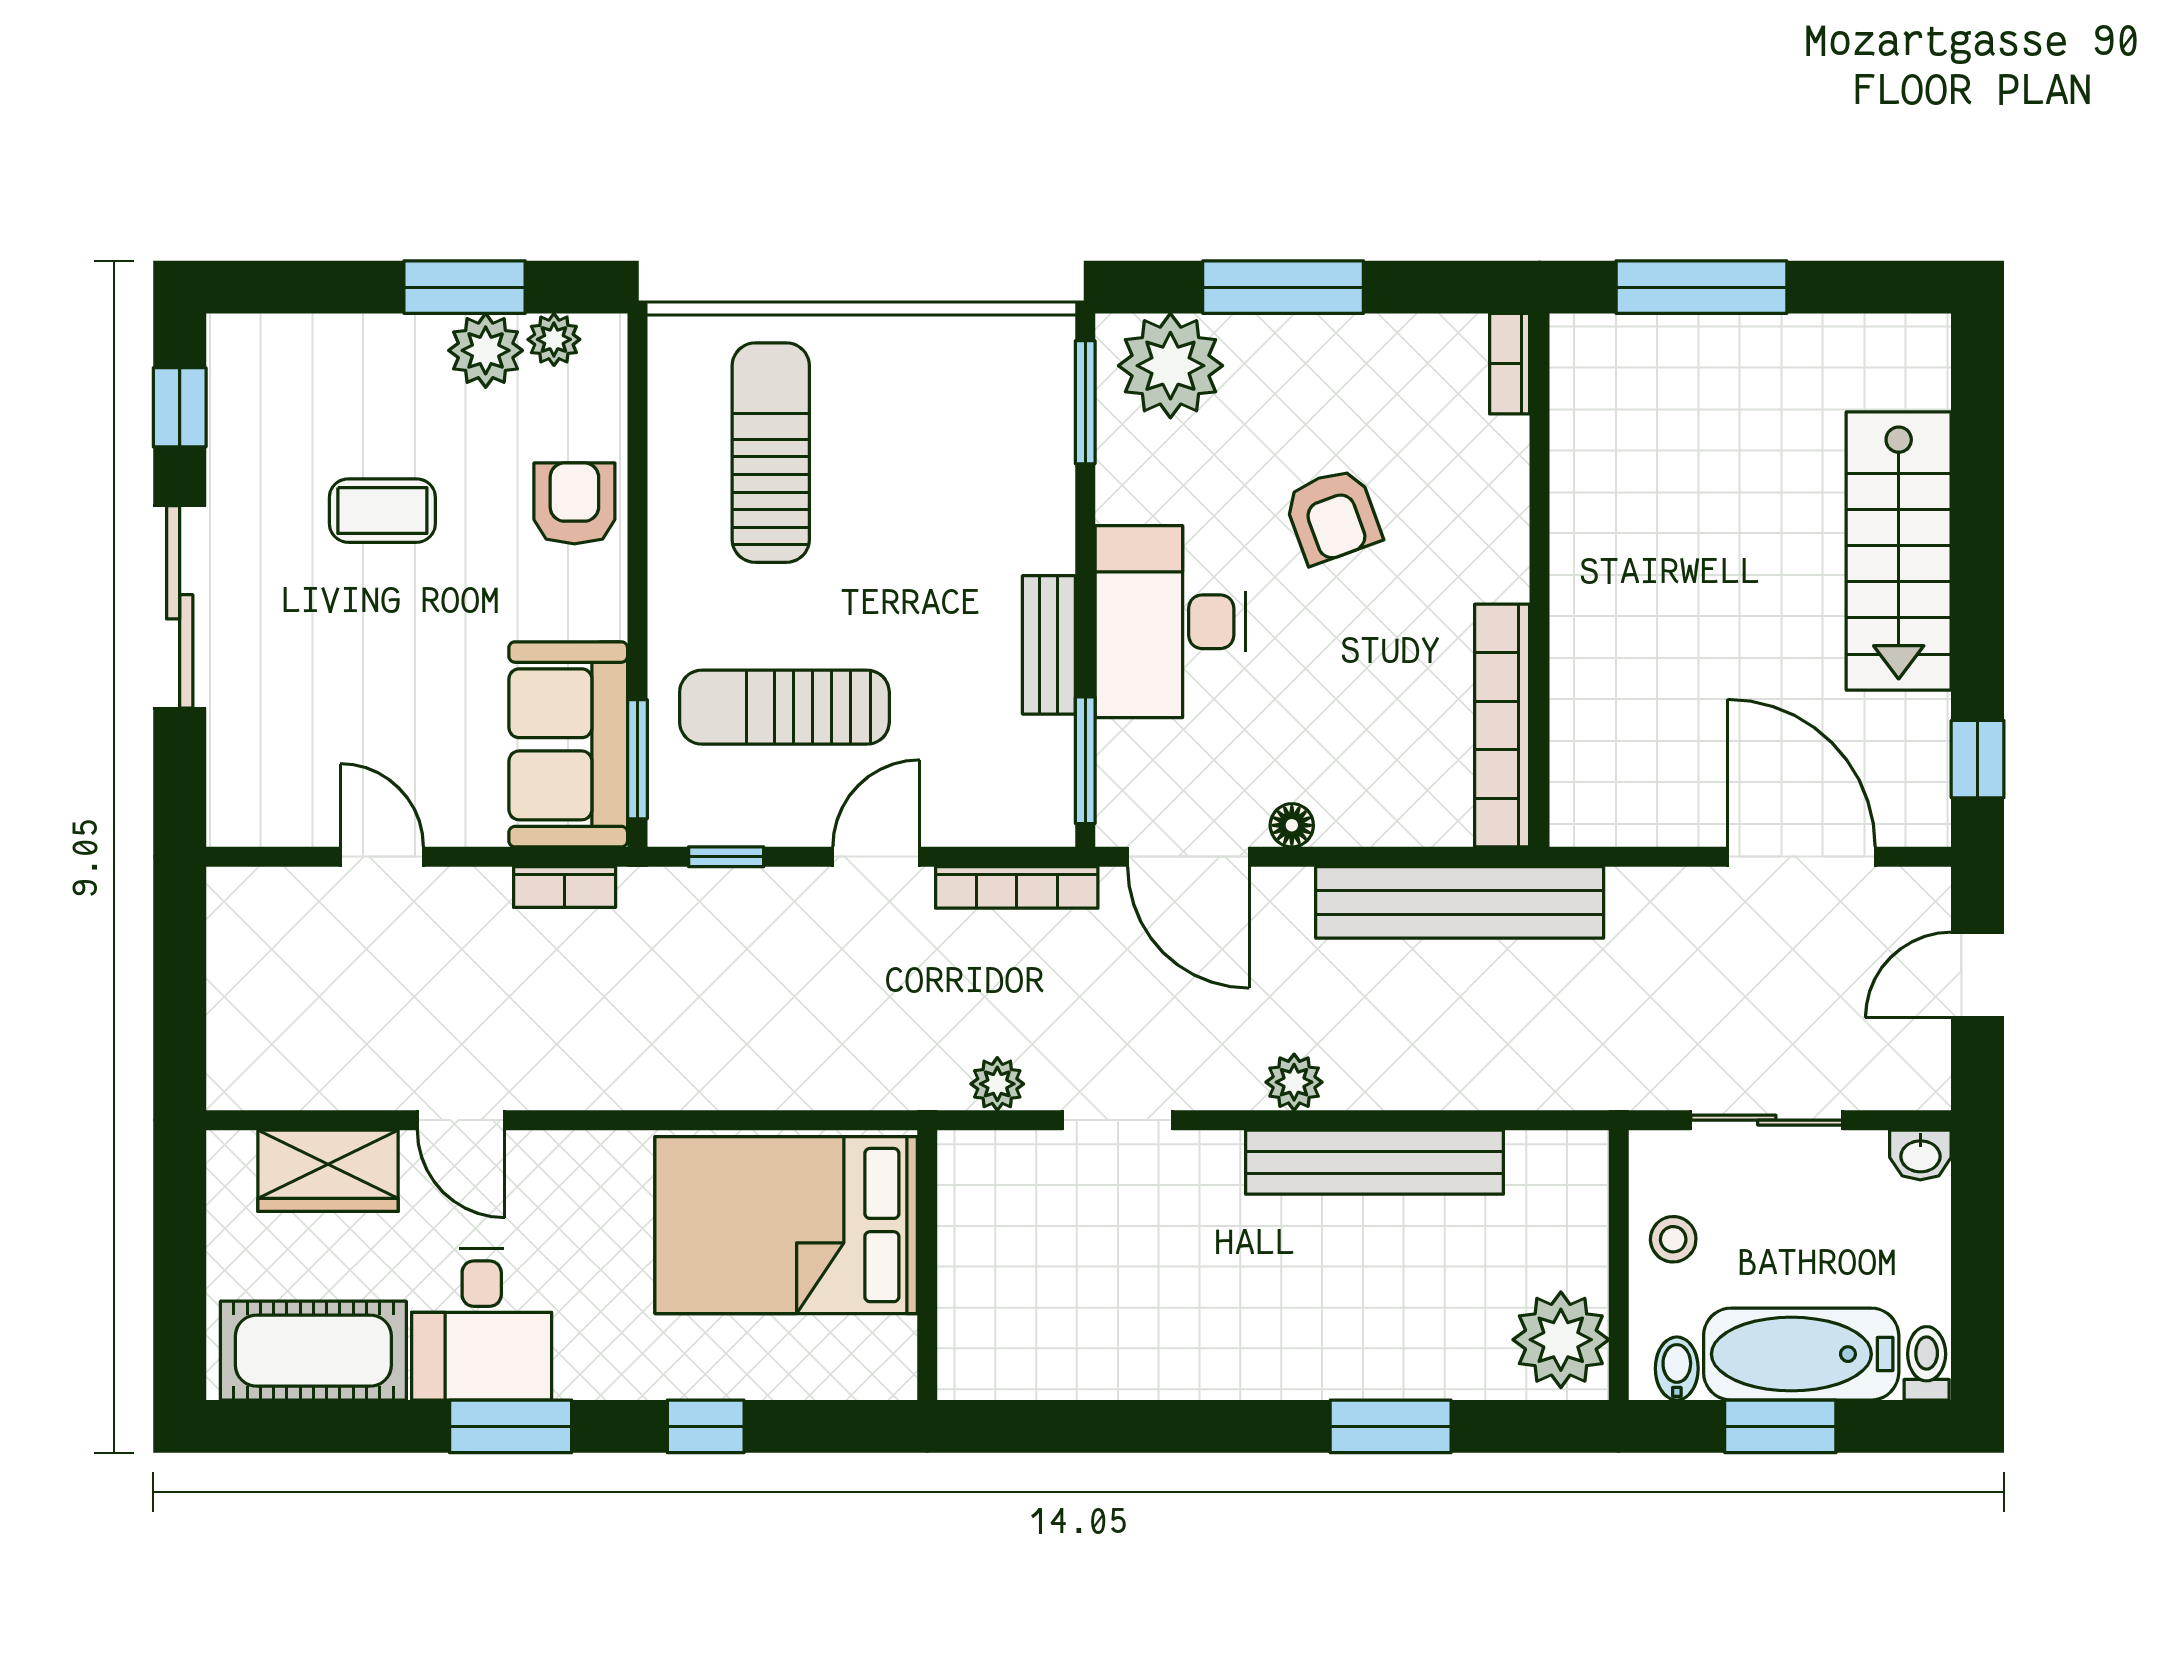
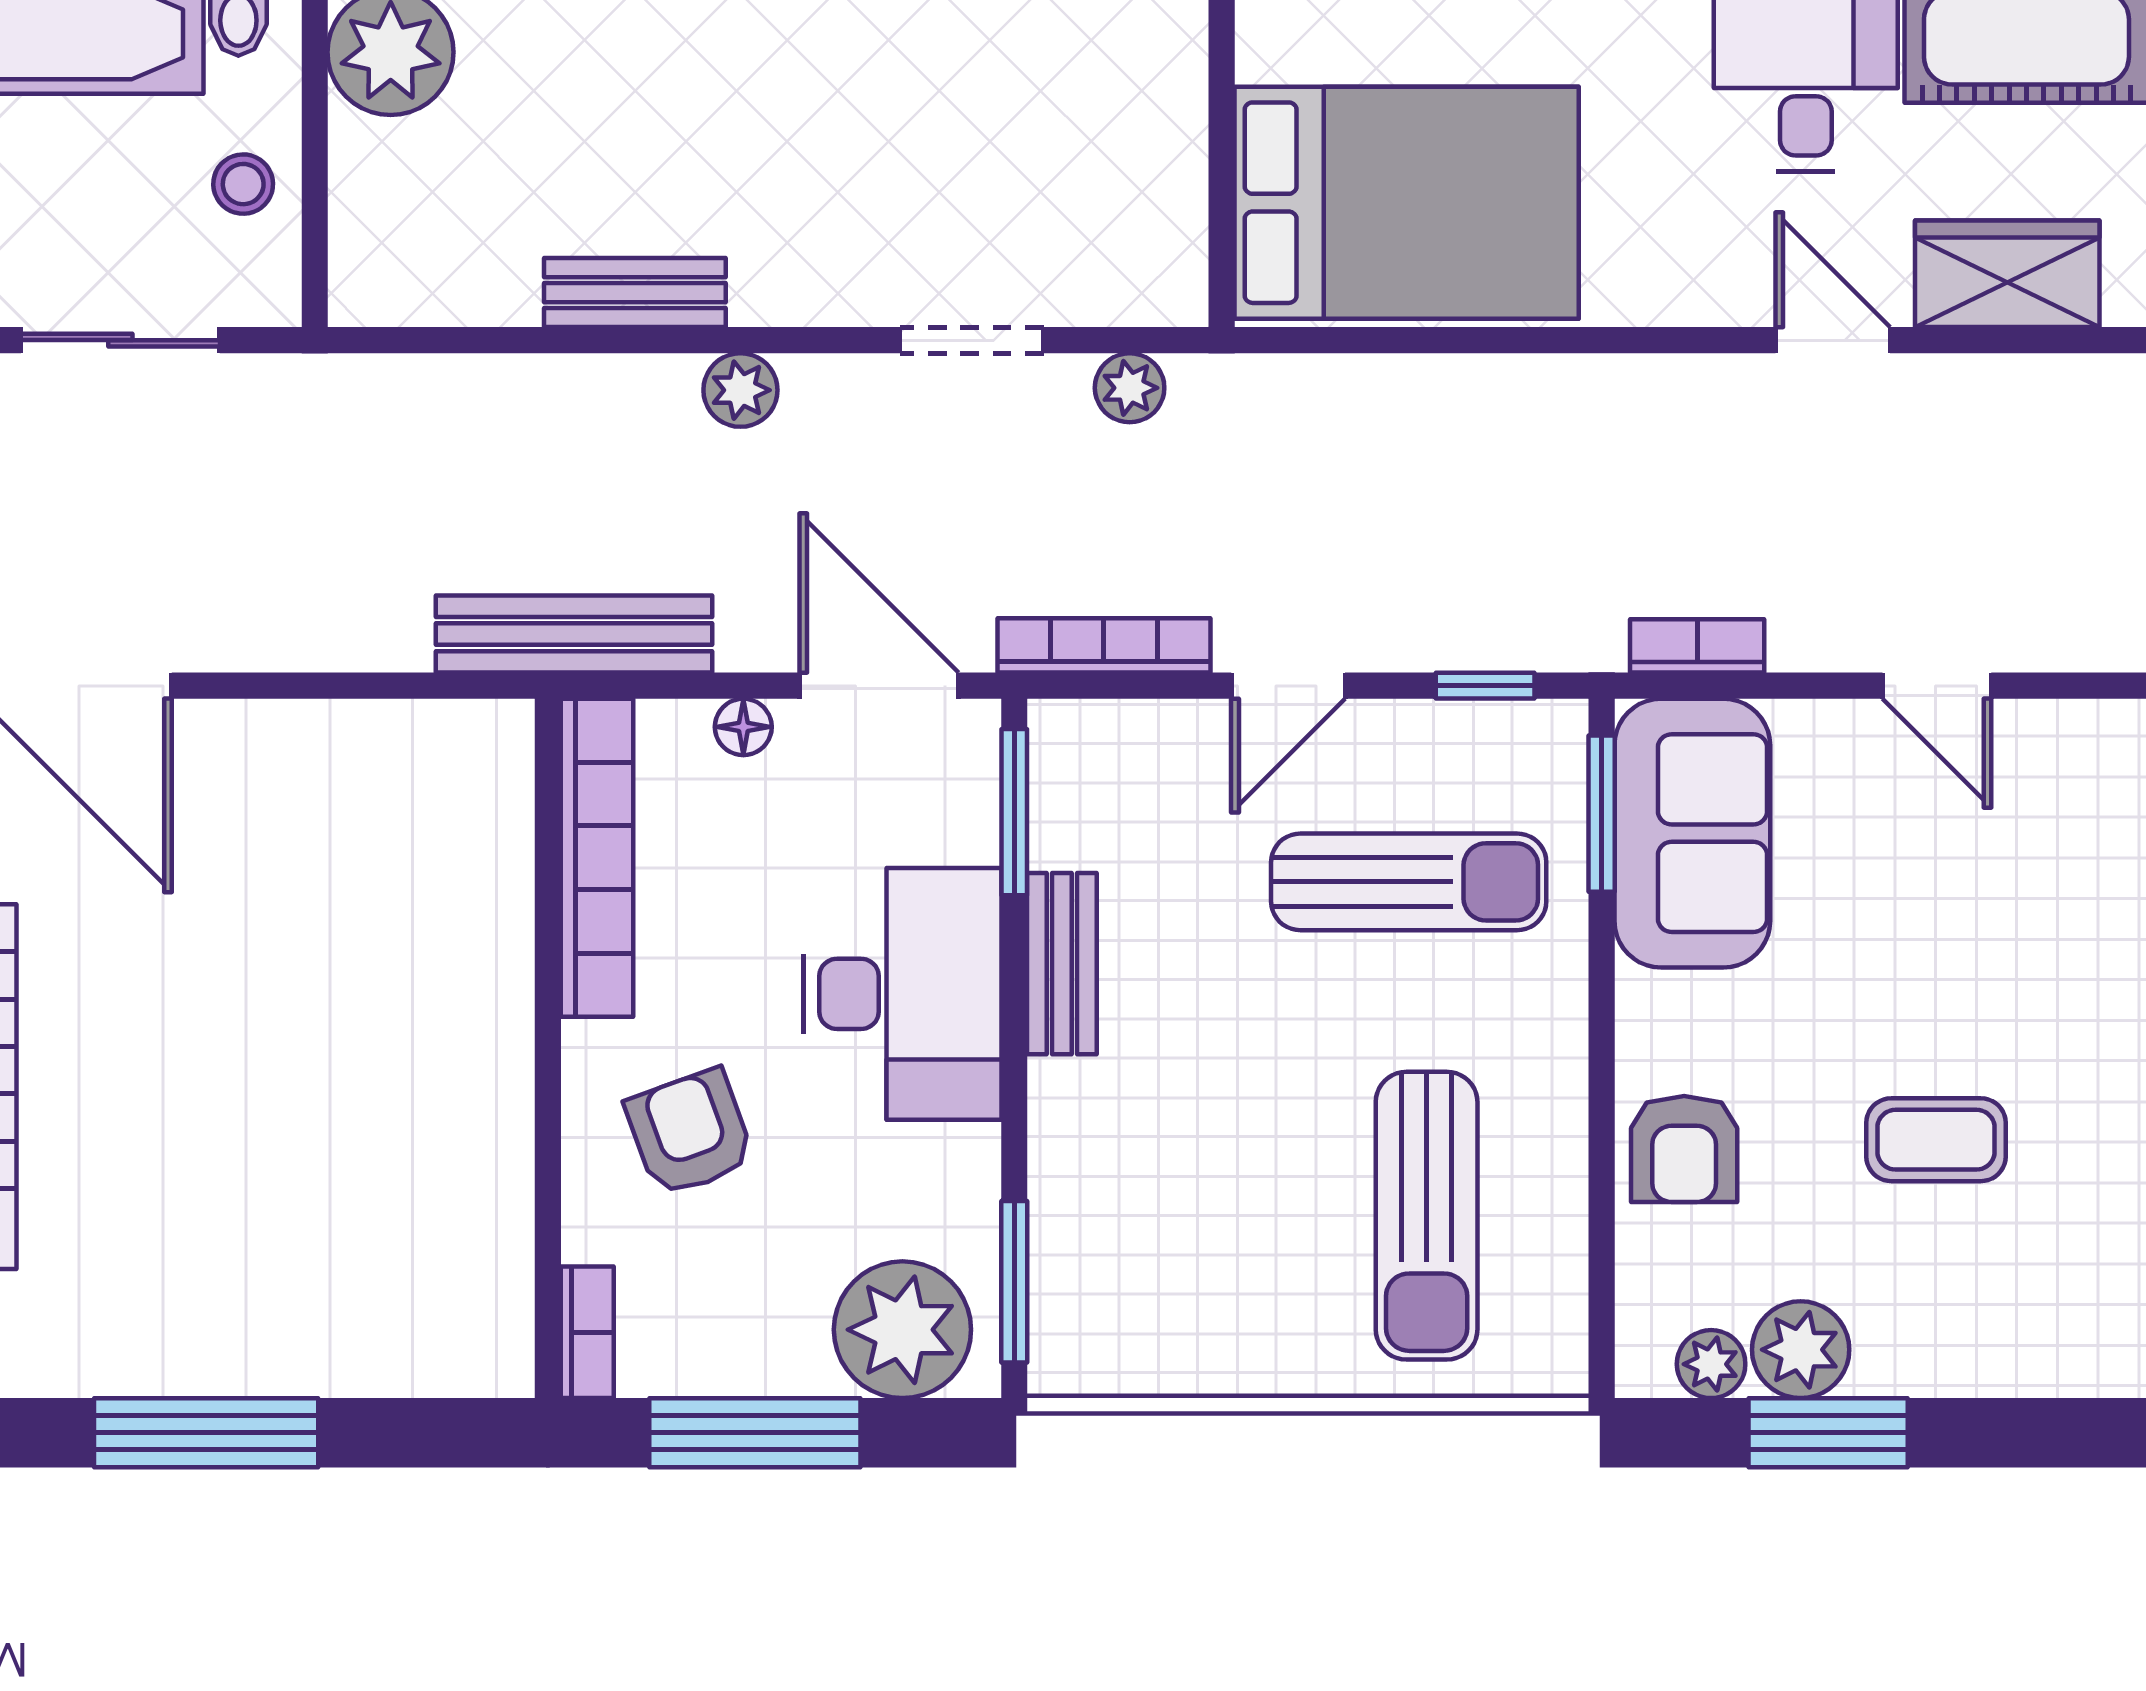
bookcase: (1510, 364) -> (587, 1332), moved
wall: (1540, 580) -> (548, 1048), moved
bookcase: (1502, 726) -> (597, 858), moved
bench: (1460, 902) -> (574, 634), width x0.73, depth x0.82
bench: (1374, 1162) -> (635, 293), width x0.54, depth x0.82

